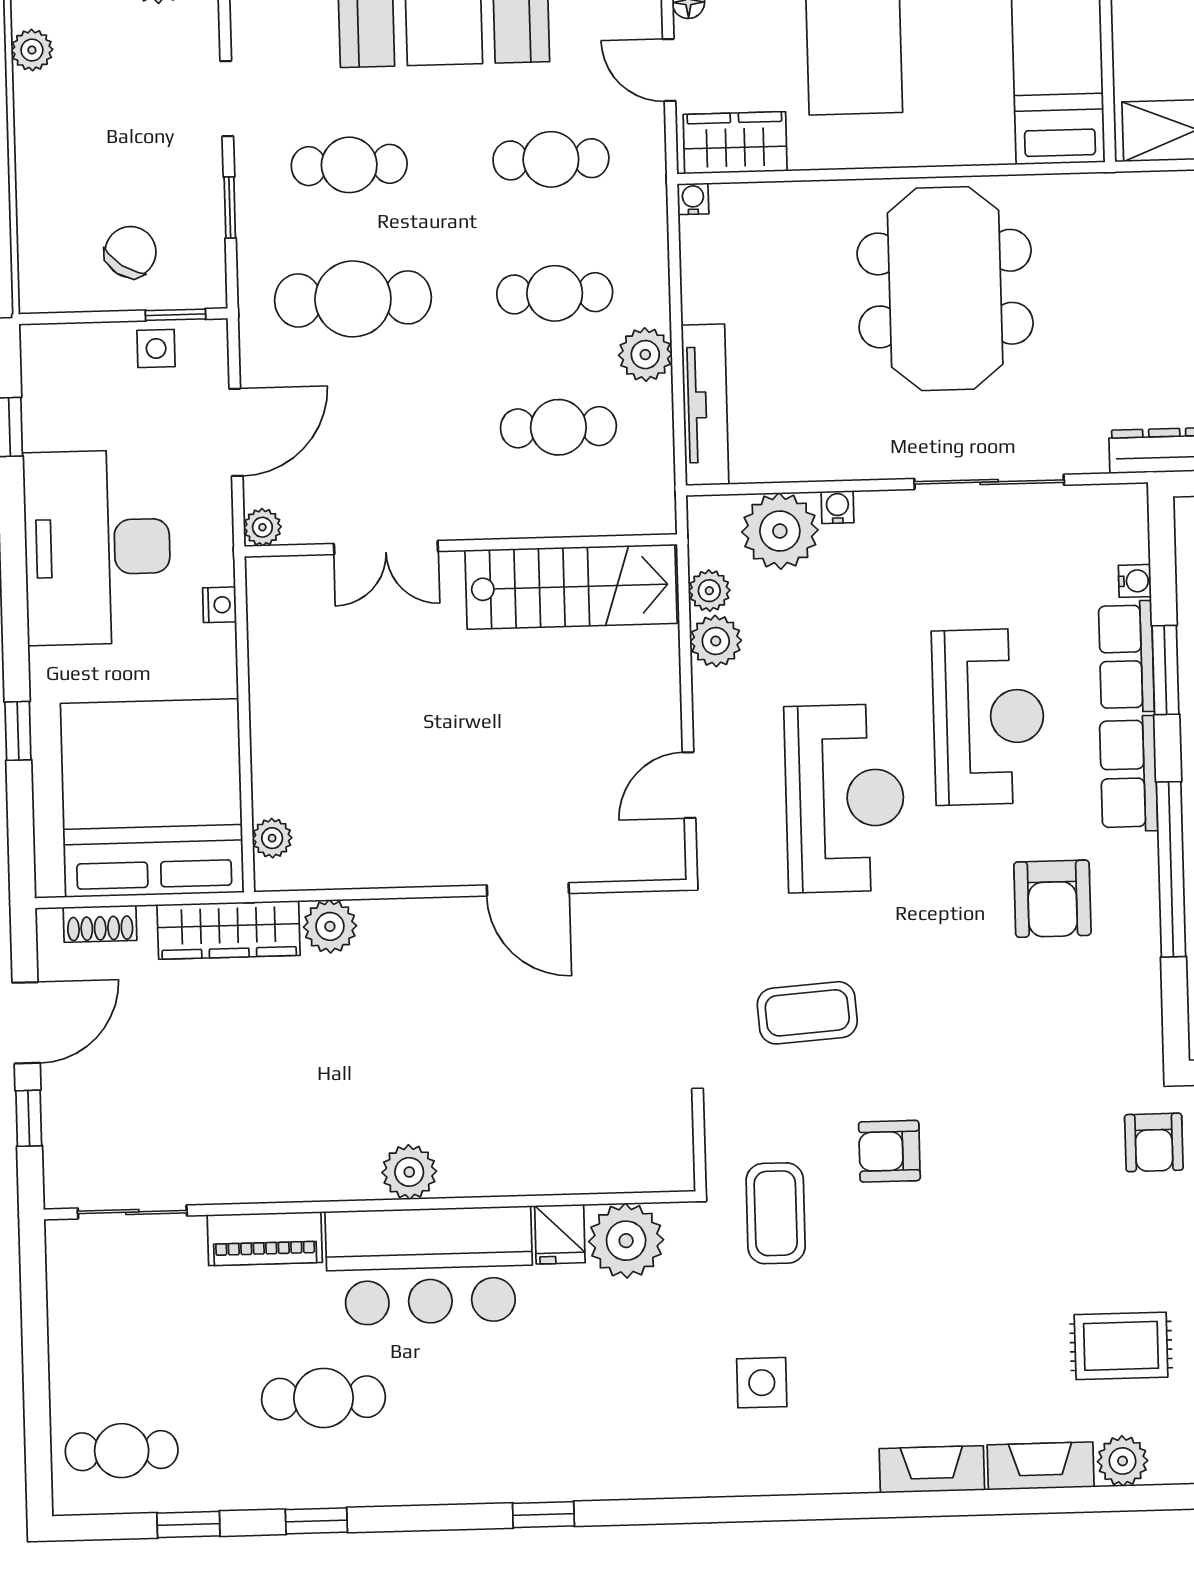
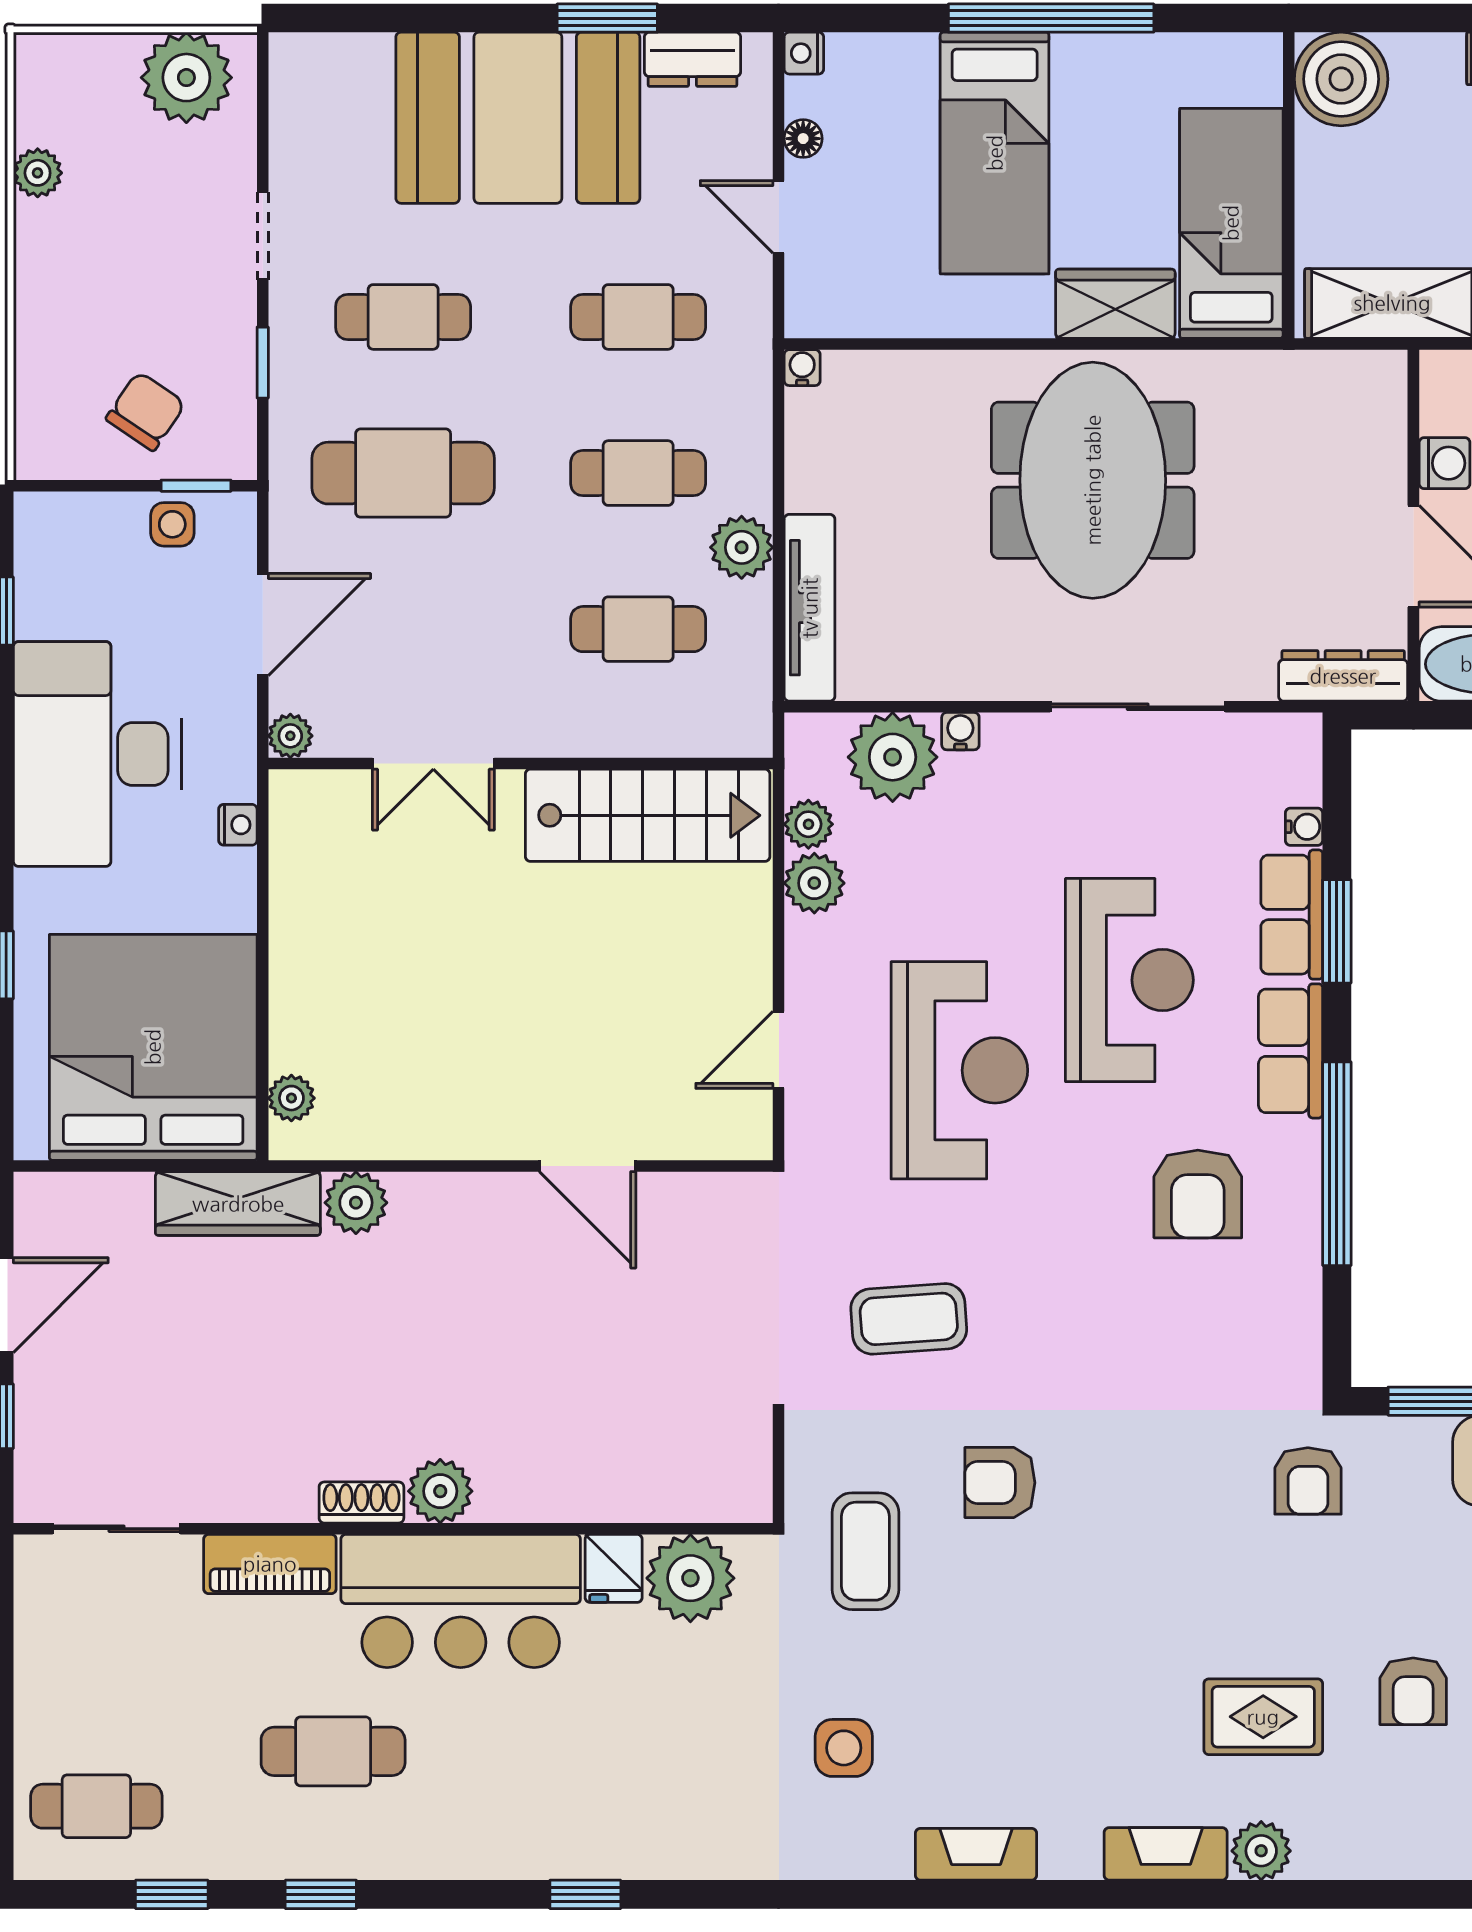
wardrobe: (735, 143) -> (1115, 304), moved
shoe rack: (100, 924) -> (361, 1502), moved, turned 180
fireplace: (932, 1469) -> (976, 1854), moved

